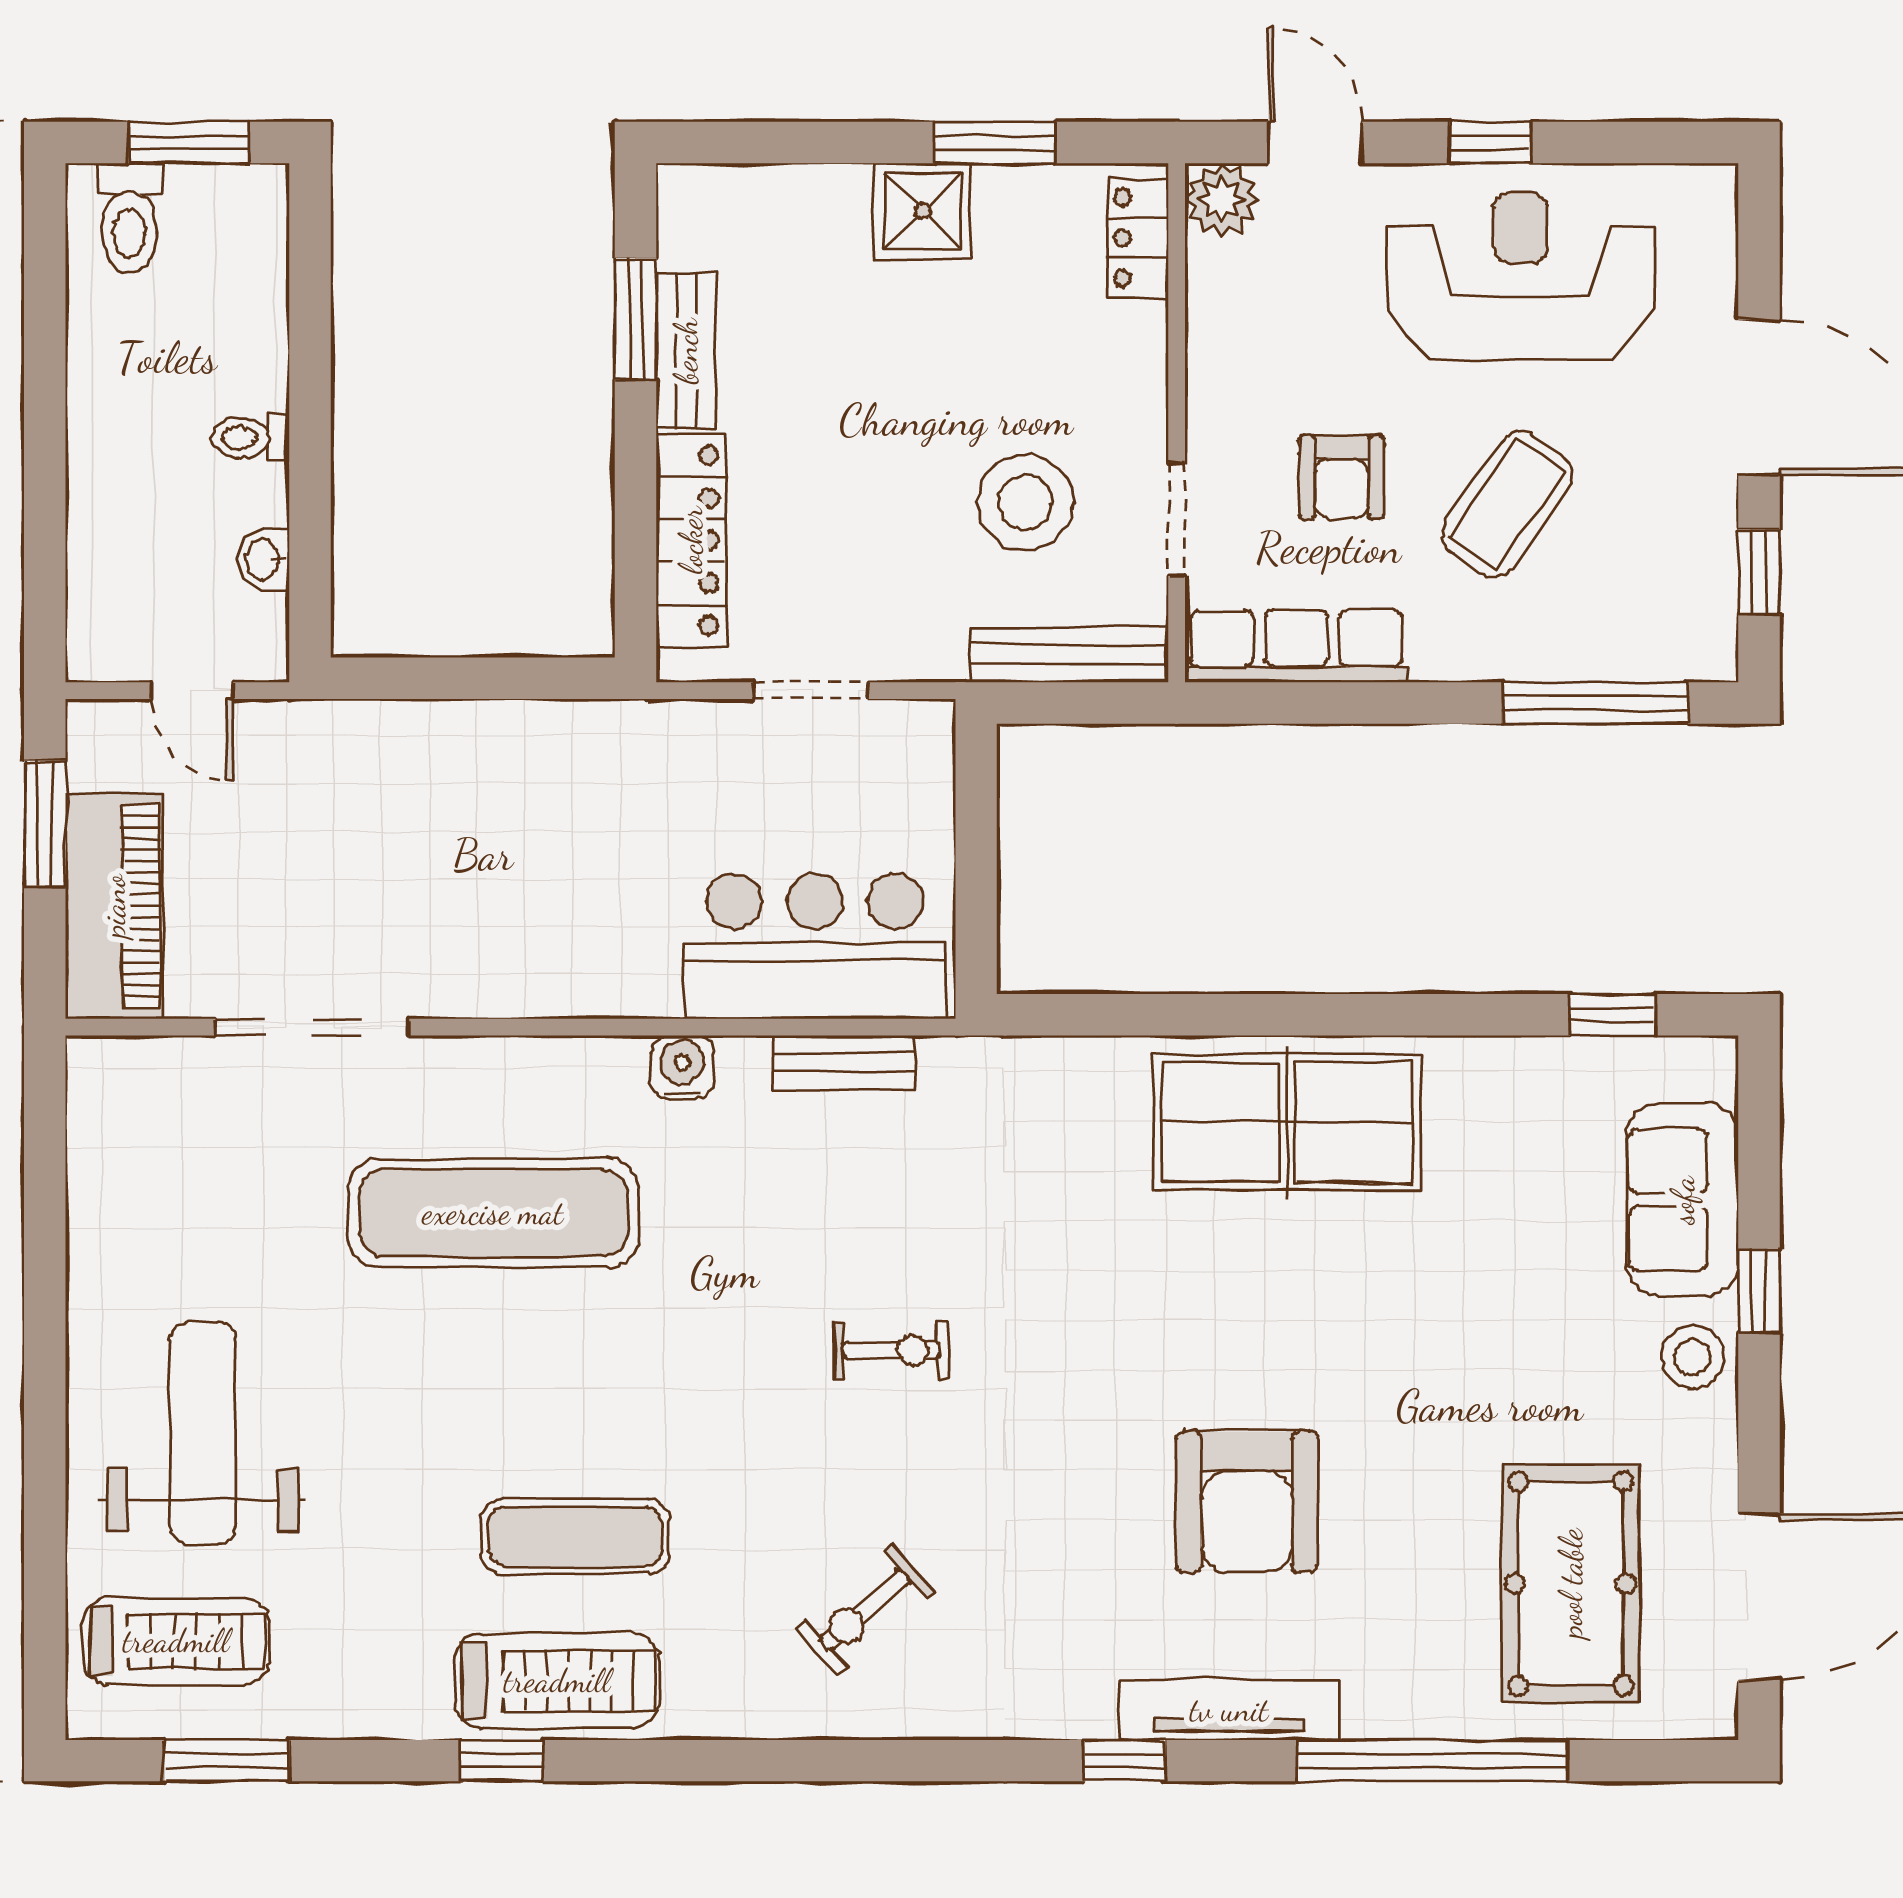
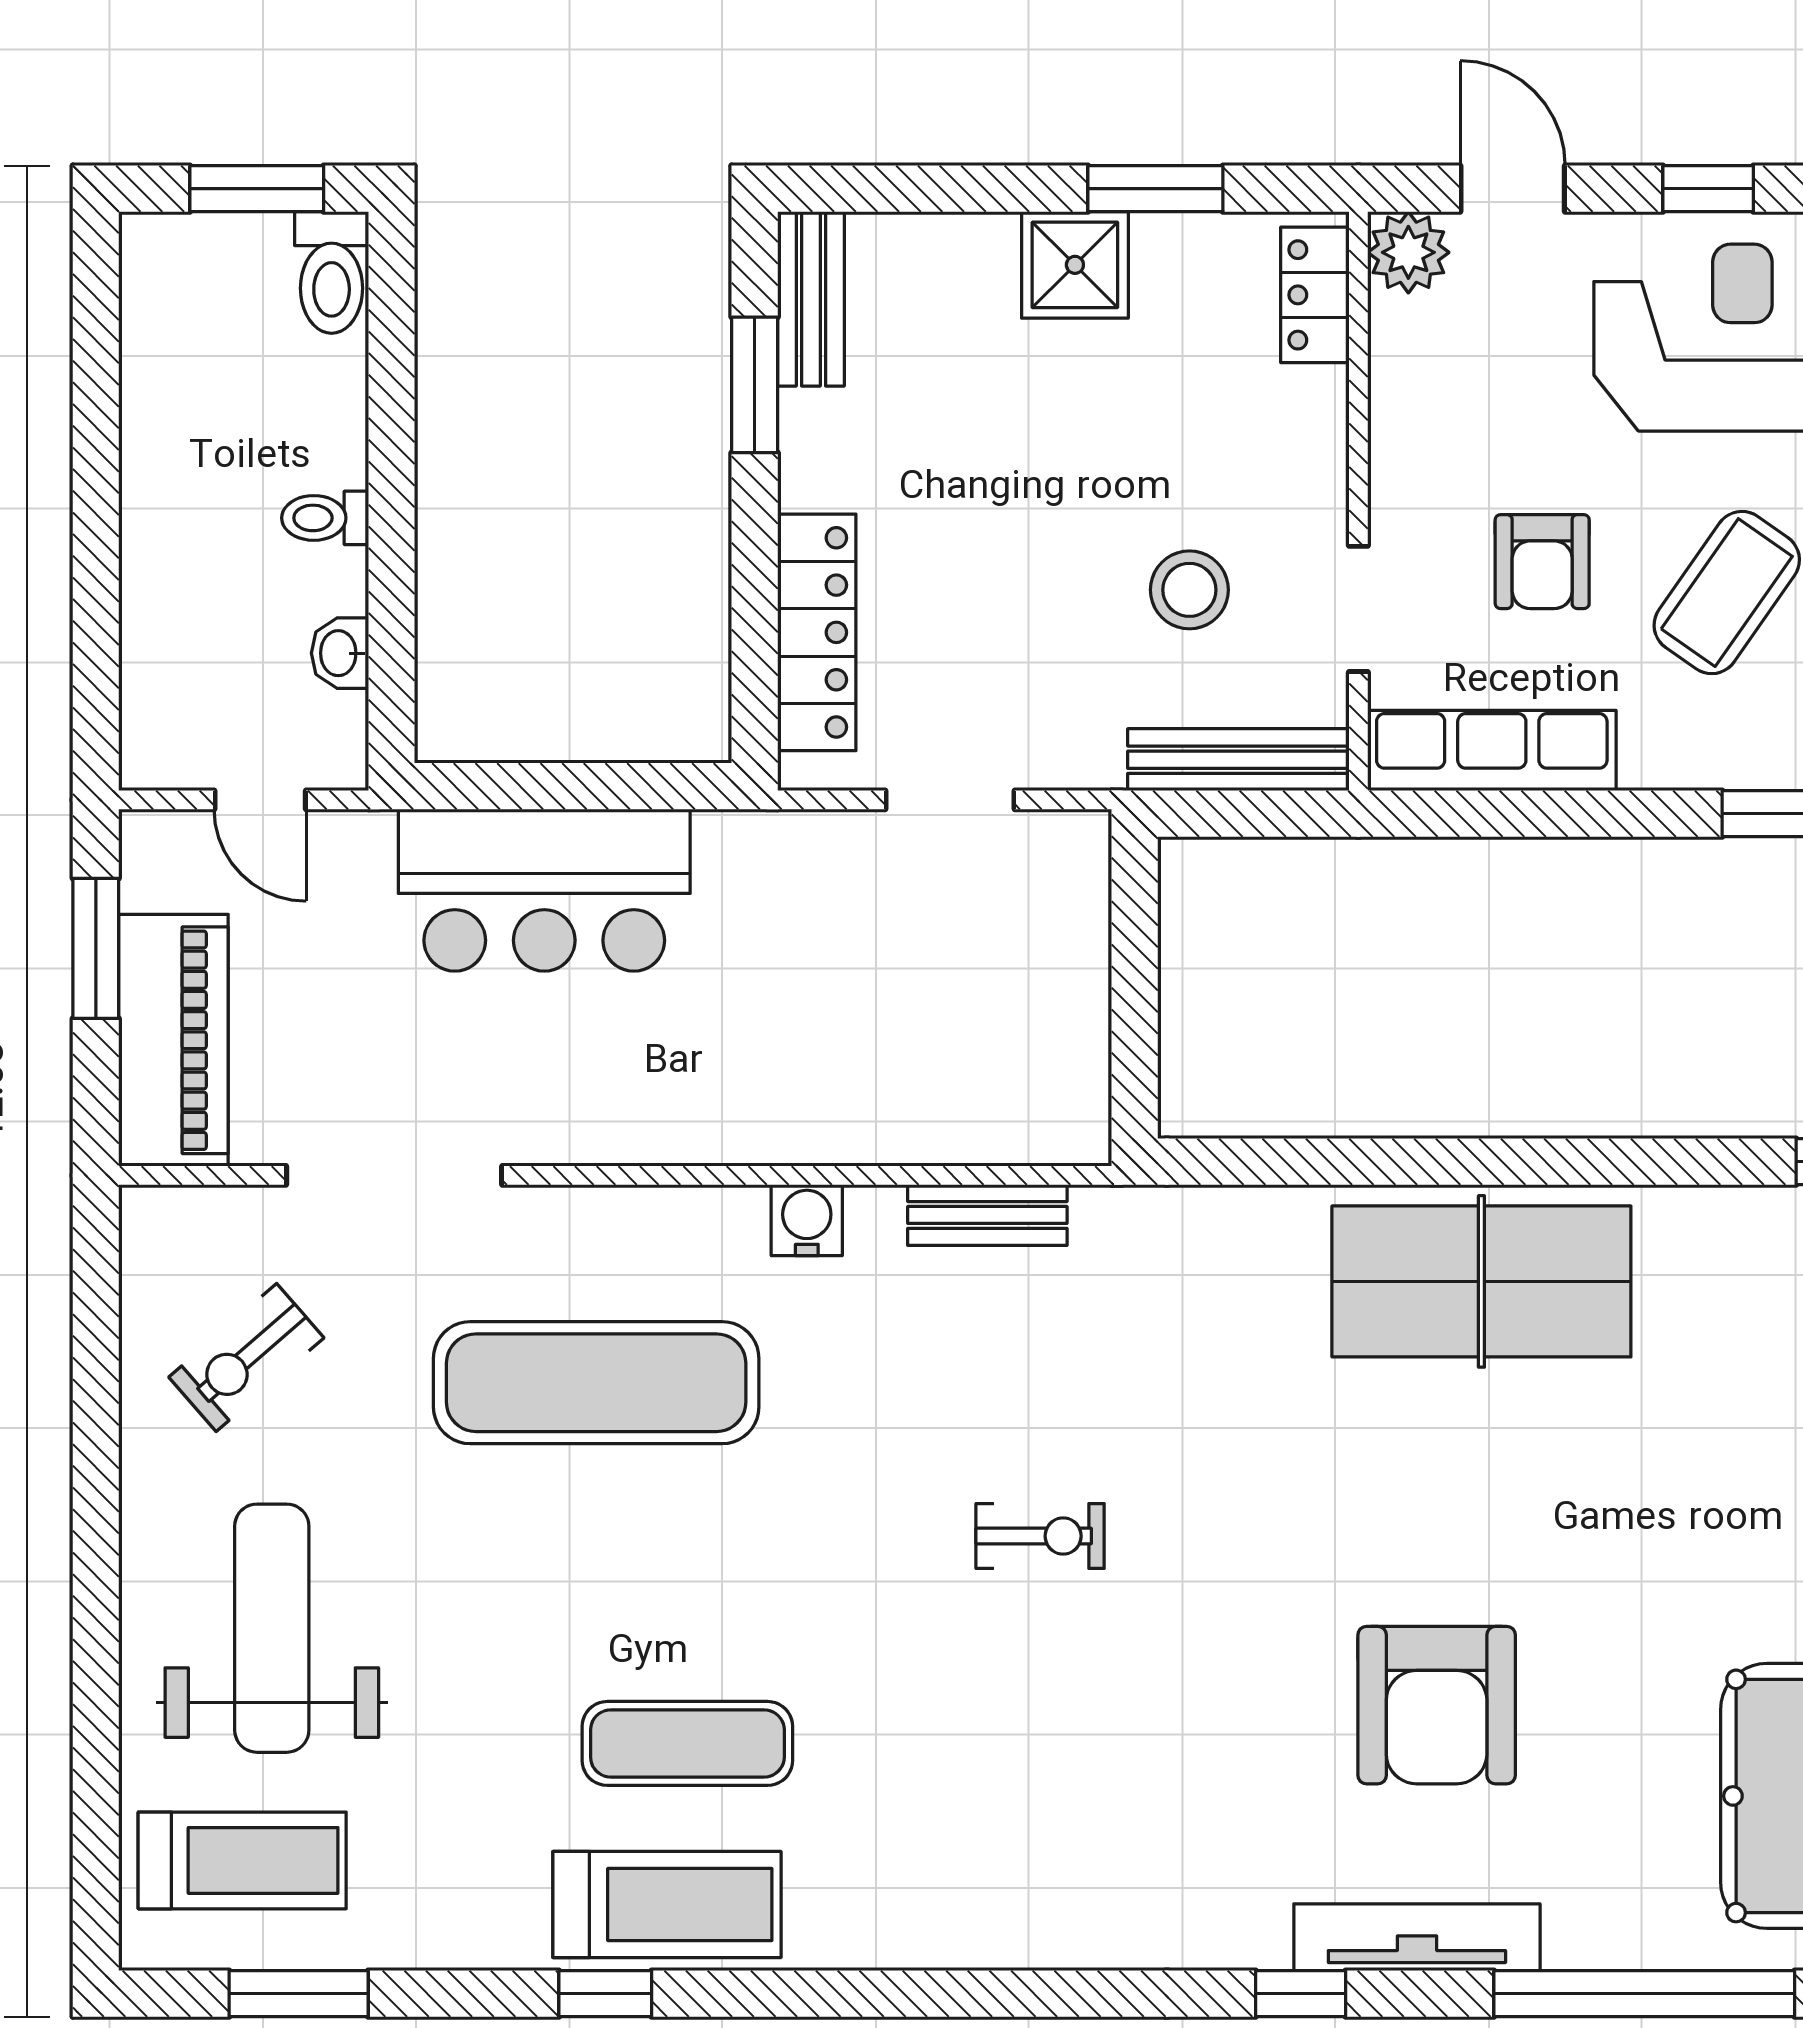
toilet: (129, 218) -> (332, 272), moved
bench: (686, 351) -> (811, 299), moved
stool: (1025, 502) -> (1189, 590), width x0.73, depth x0.73
bar counter: (815, 946) -> (544, 890), moved, turned 180
exercise bike: (865, 1610) -> (246, 1357), moved

